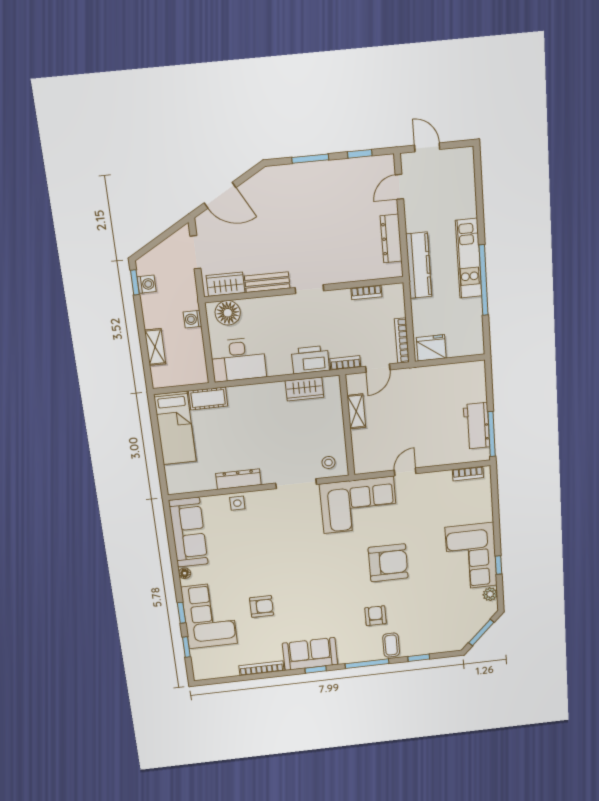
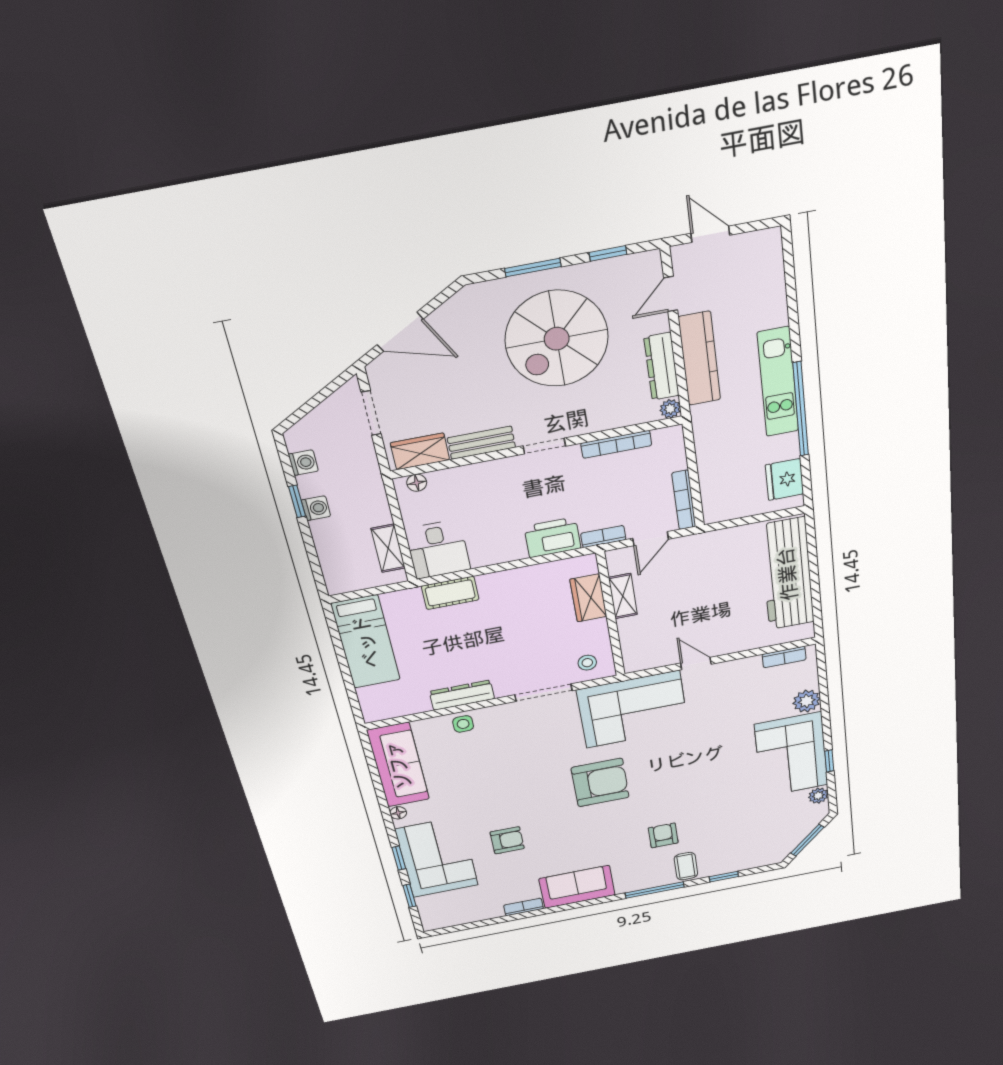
spiral stairs: (323, 211) -> (557, 339), added
kitchen counter: (419, 265) -> (699, 359), moved
plant: (396, 270) -> (670, 409), added
window: (135, 282) -> (297, 501), moved
bookcase: (366, 292) -> (616, 444), width x1.56
floor lamp: (228, 313) -> (417, 483), width x0.53, depth x0.53
washing machine: (193, 319) -> (316, 508), moved, turned 180
shelving: (155, 347) -> (388, 548), moved
fridge: (431, 348) -> (785, 479), moved, turned -90
desk: (238, 360) -> (438, 549), width x0.73
wardrobe: (304, 389) -> (588, 598), moved, turned 90
cot: (208, 398) -> (450, 593), moved
workbench: (477, 426) -> (787, 574), width x1.88, depth x1.32
window: (492, 434) -> (817, 605), removed
door: (405, 472) -> (696, 664), hinge flipped
plant: (483, 512) -> (807, 701), added
armchair: (388, 563) -> (600, 783), moved
bookcase: (261, 668) -> (523, 907), width x0.64
window: (316, 670) -> (586, 903), removed

